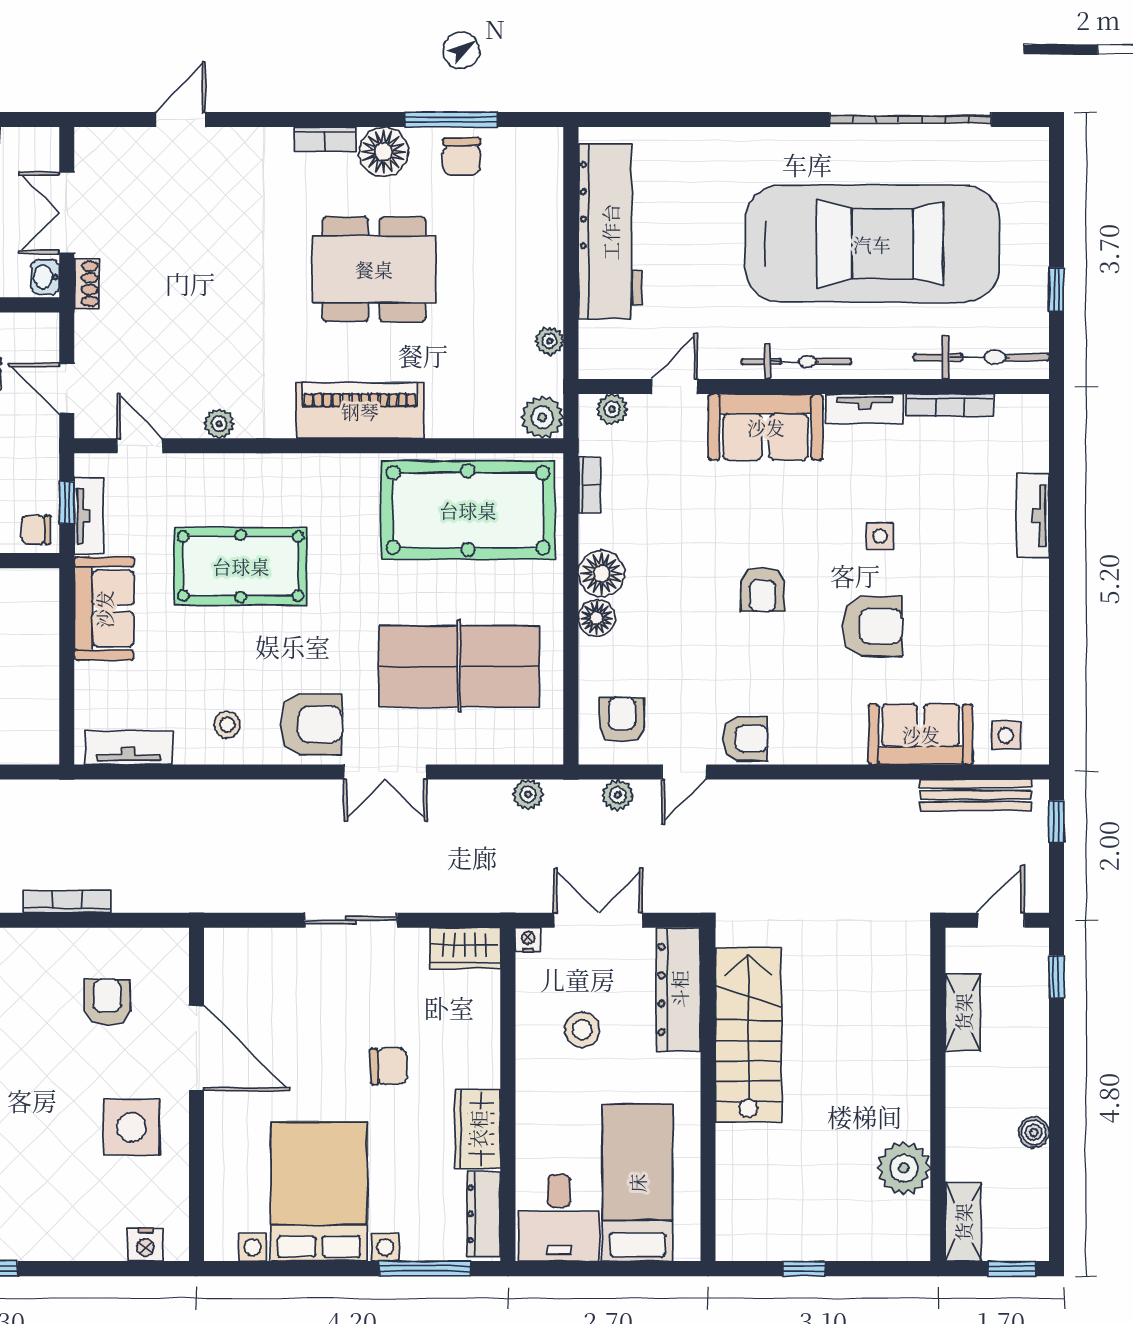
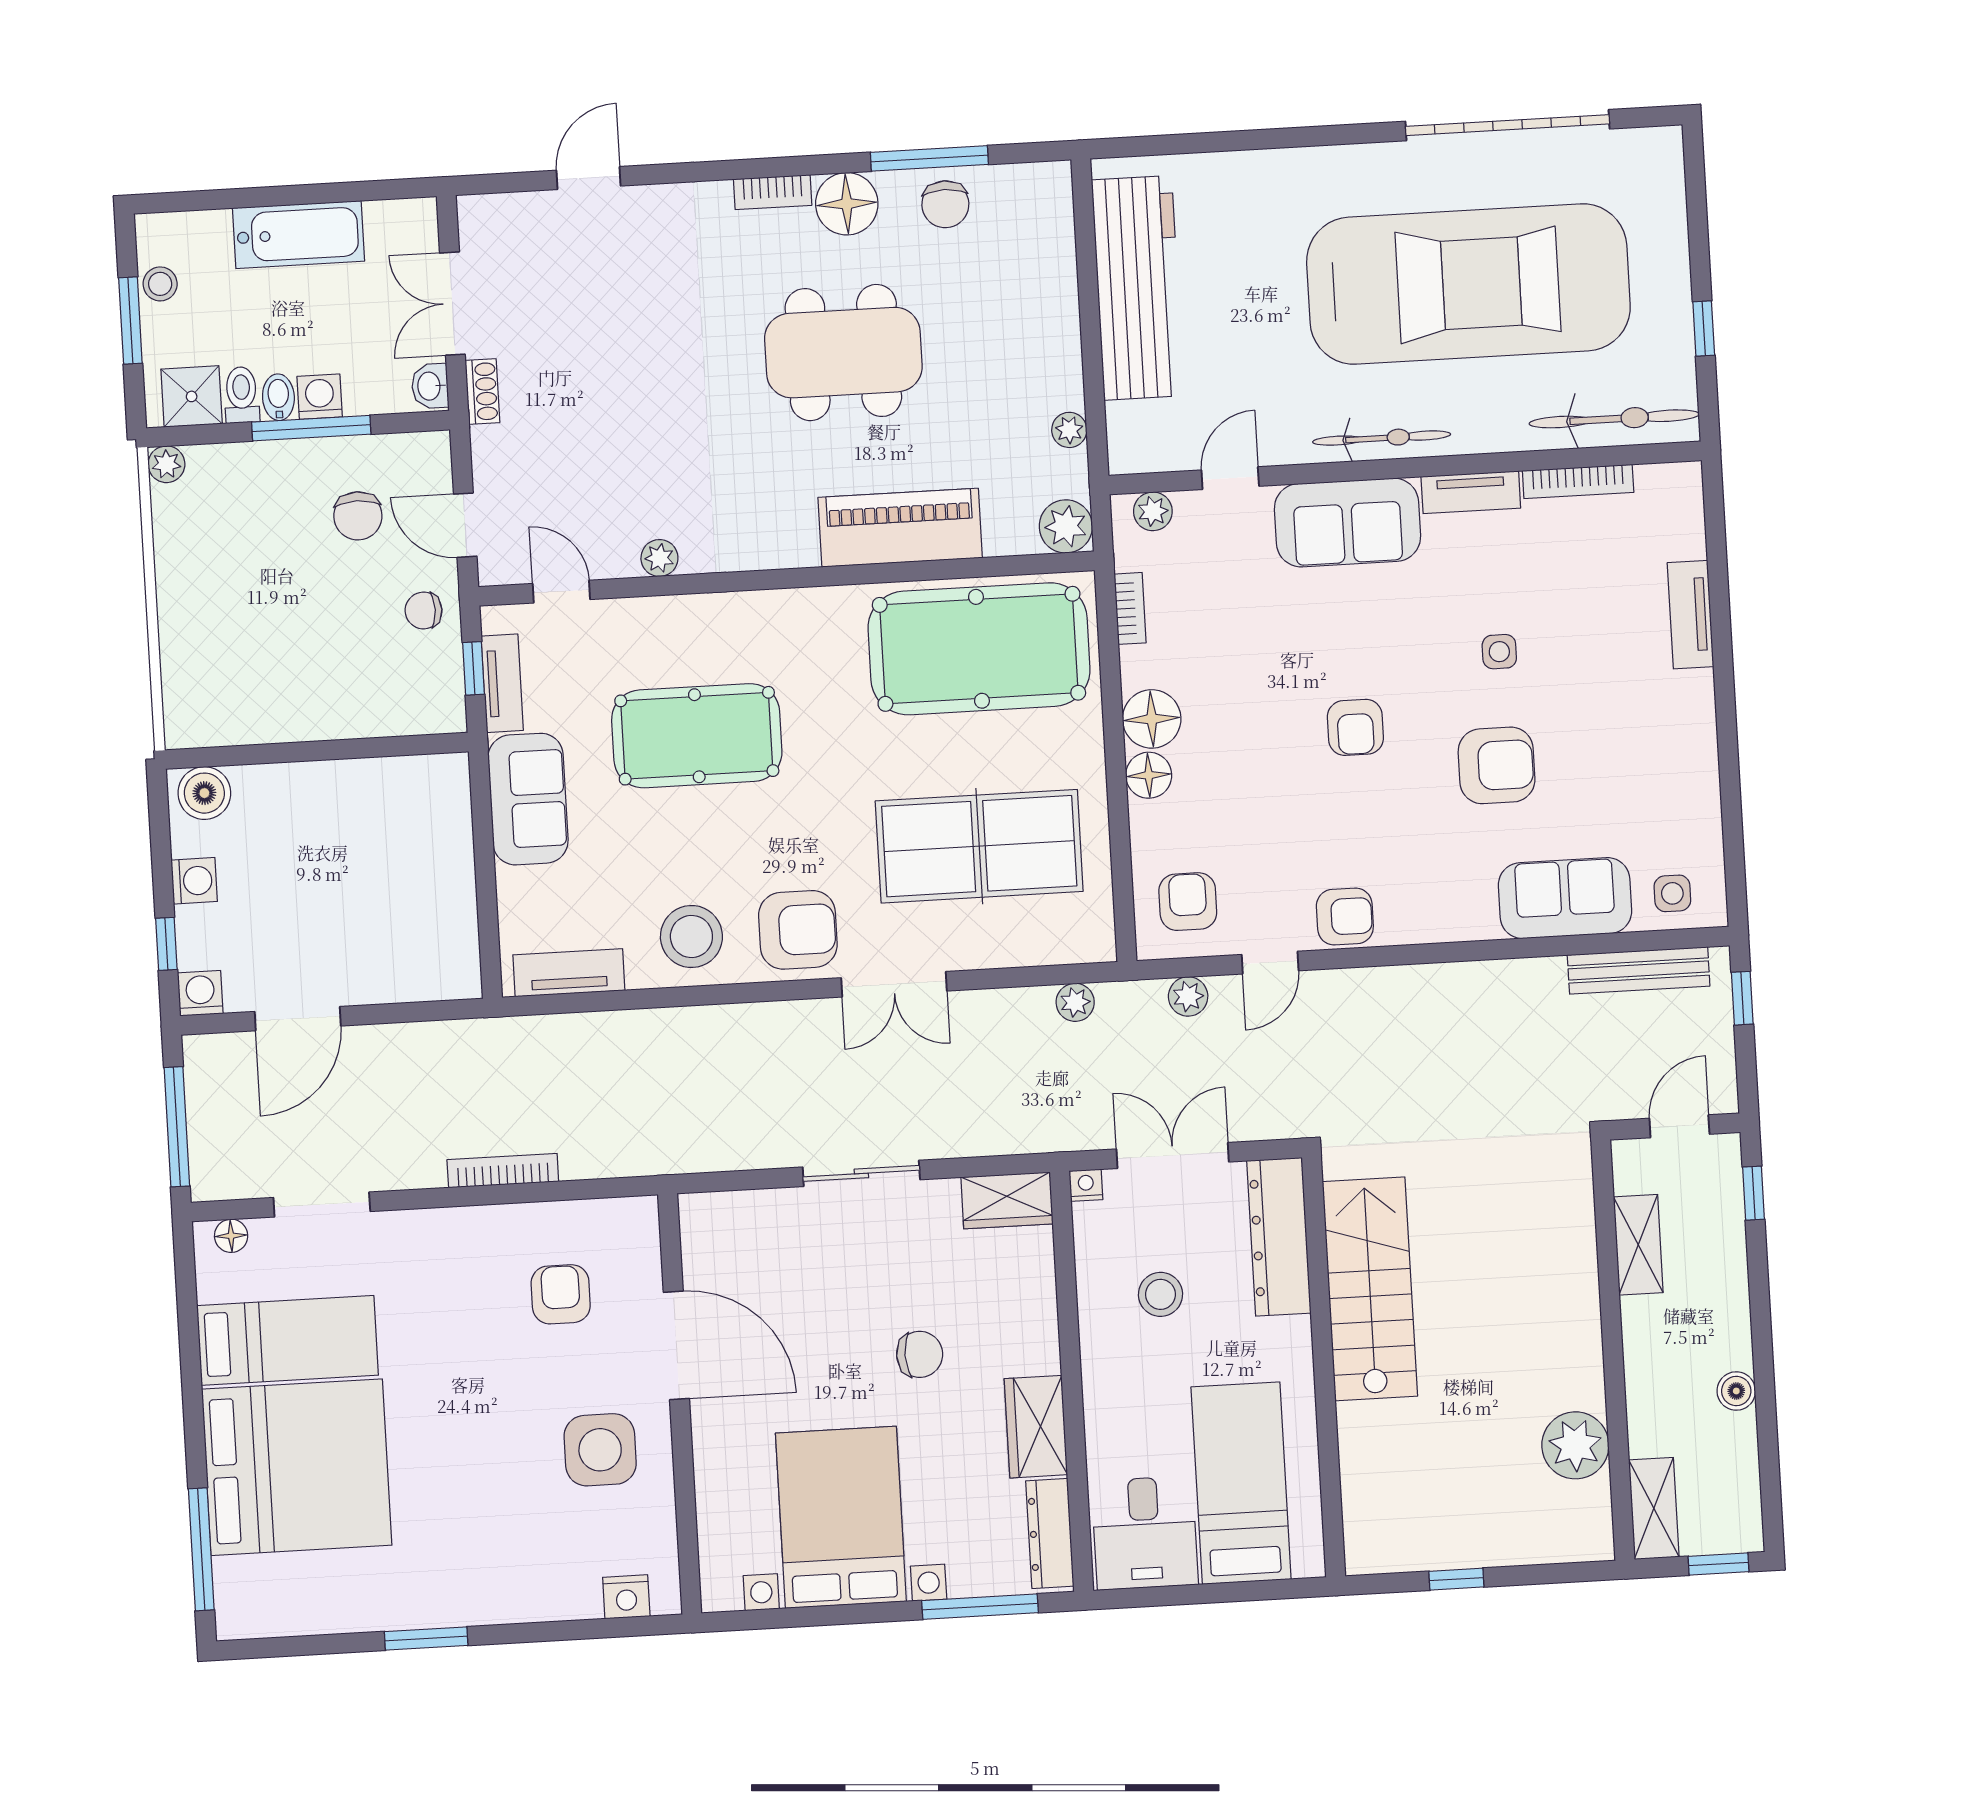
piano: (360, 411) -> (900, 528), moved
chair: (36, 530) -> (424, 610), moved
stool: (227, 725) -> (691, 936), width x1.89, depth x1.89

